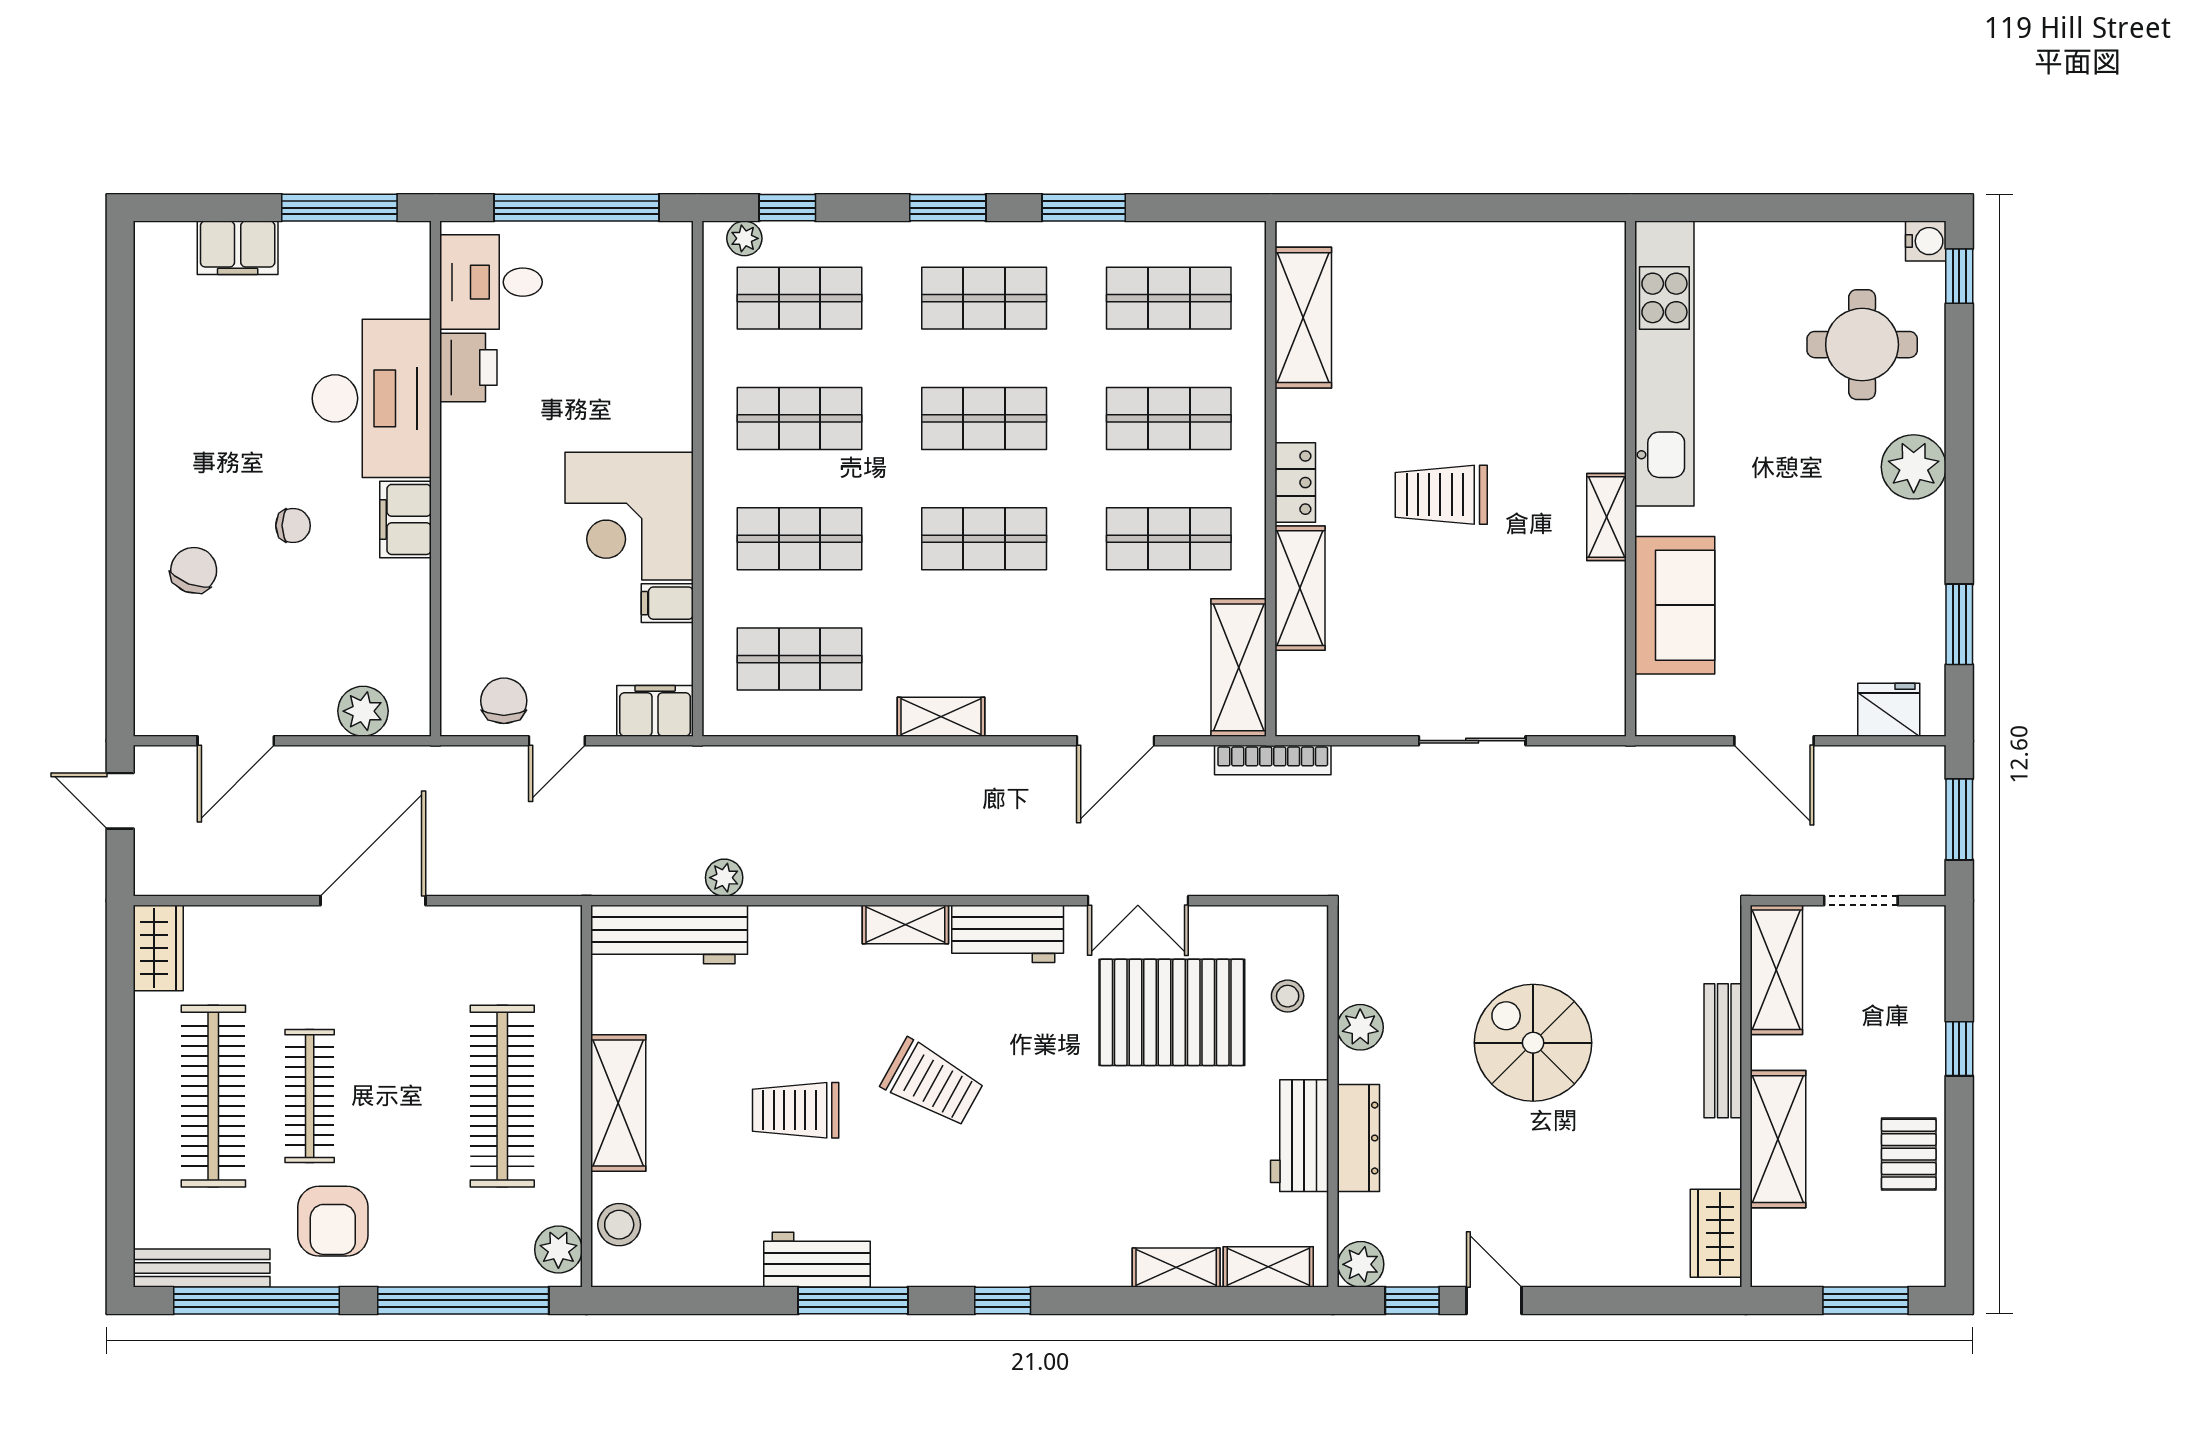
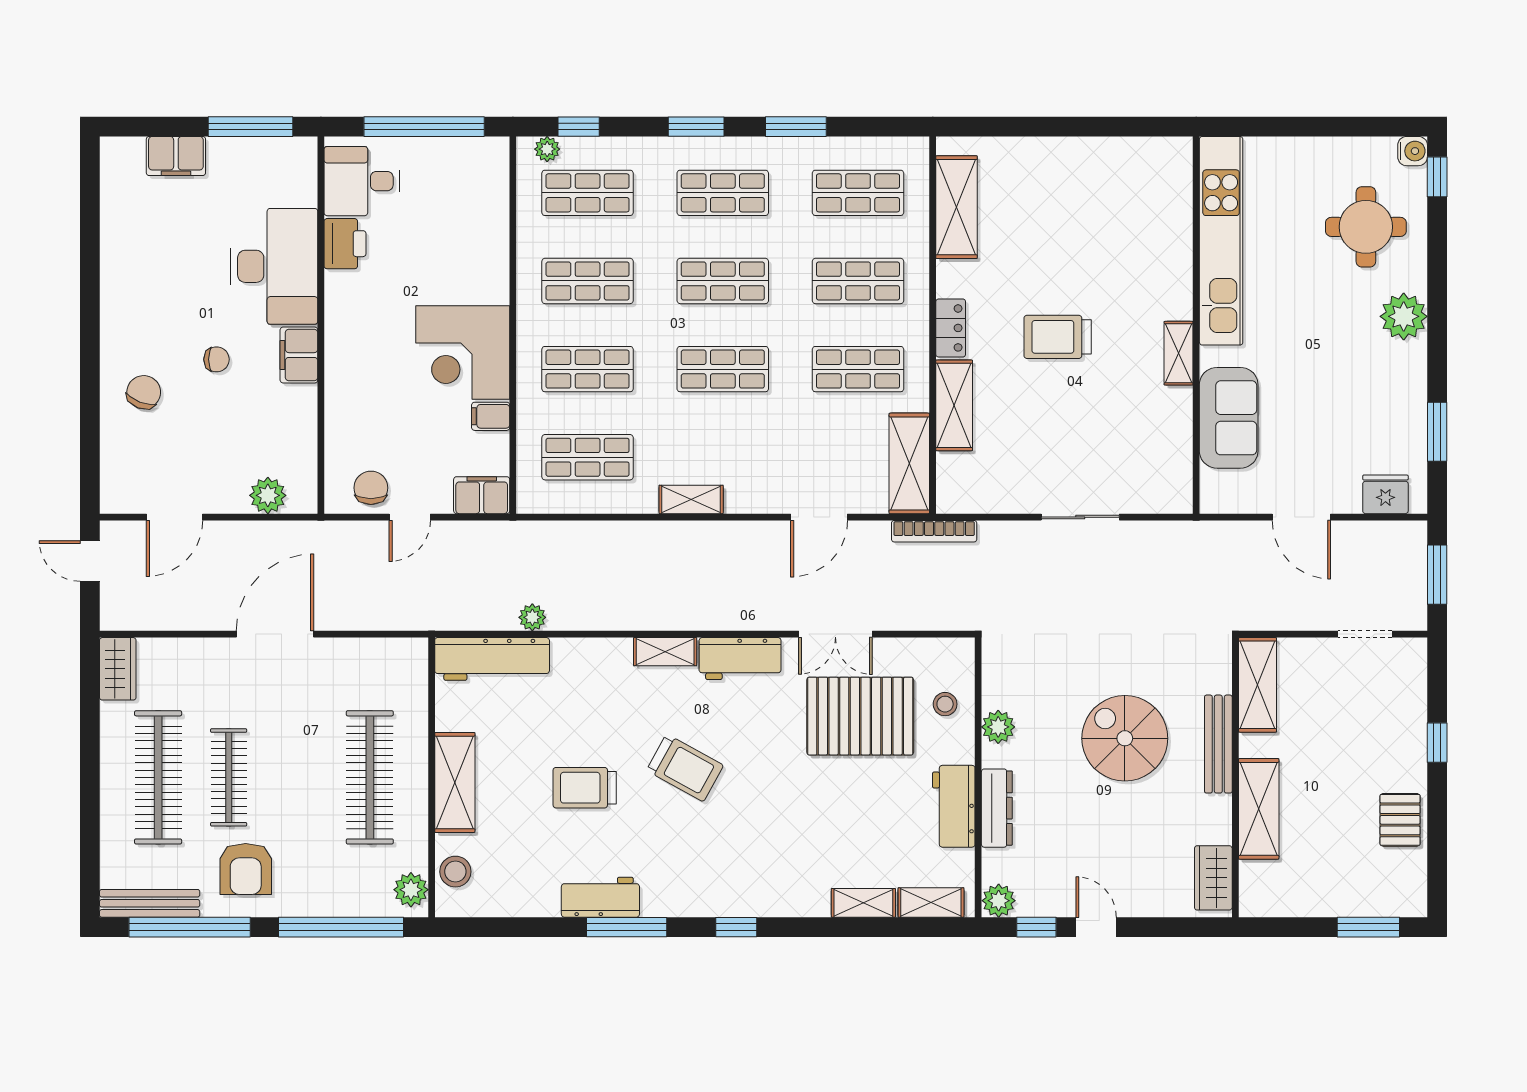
shelving: (1776, 970) -> (1258, 685), moved
bench: (1723, 1051) -> (1218, 744), moved
wall: (1746, 1096) -> (1235, 777), moved
shelving: (1778, 1139) -> (1259, 809), moved
wardrobe: (1716, 1233) -> (1213, 878), moved

